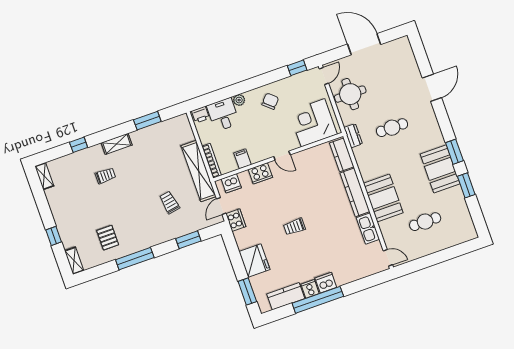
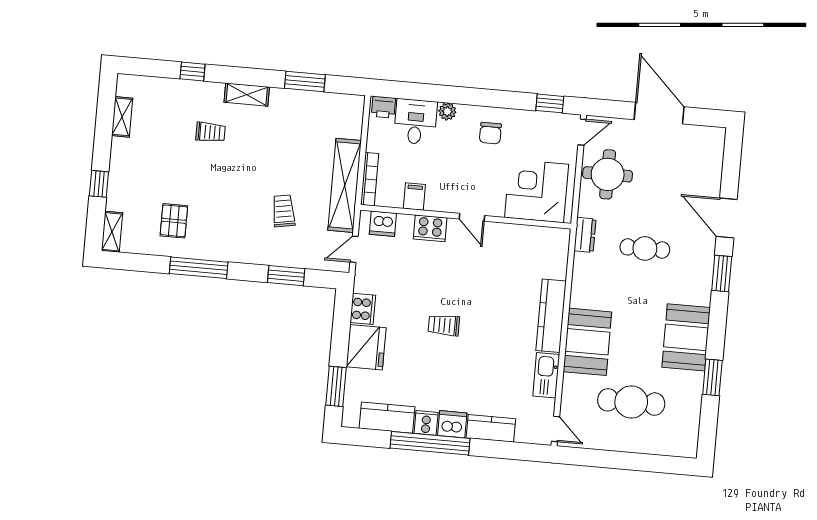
door: (432, 88) -> (727, 218), swing flipped
chair: (270, 101) -> (490, 133), turned 139
window: (454, 152) -> (722, 274), moved
kitchen counter: (342, 155) -> (491, 428), moved, turned 90
shelving: (44, 176) -> (122, 117), moved
cooker: (236, 220) -> (363, 309), moved
cafe table: (425, 222) -> (631, 402), width x1.37, depth x1.35

